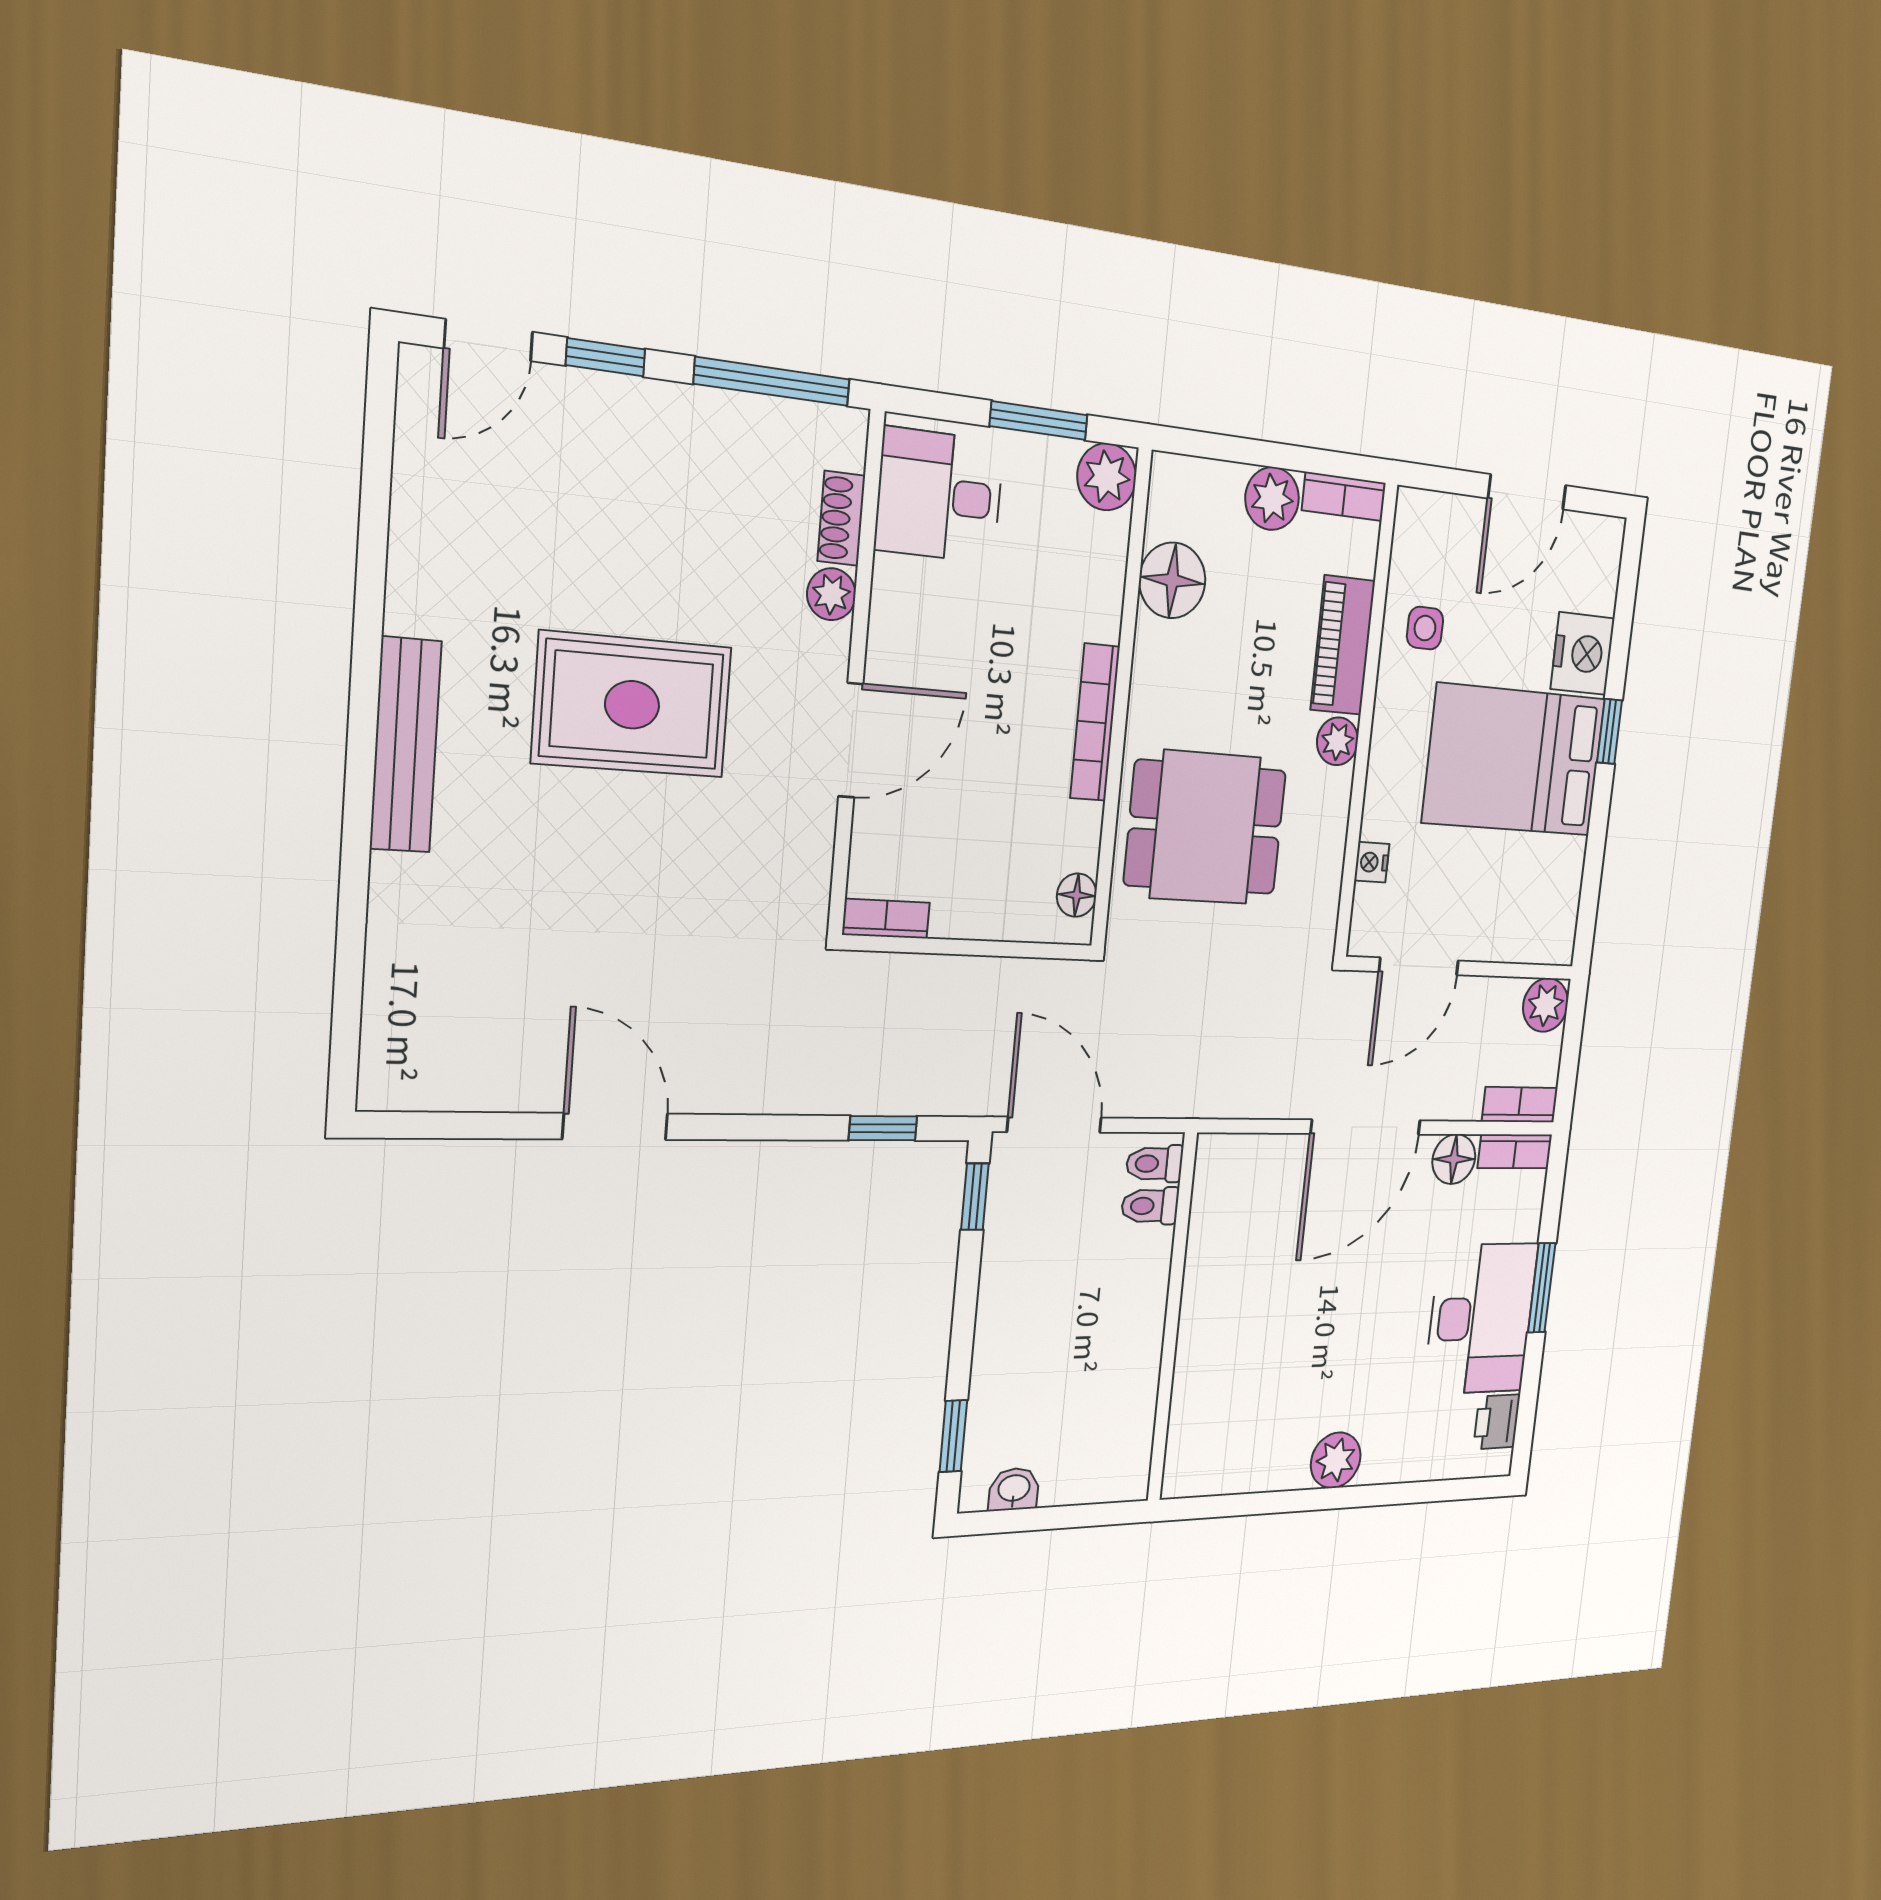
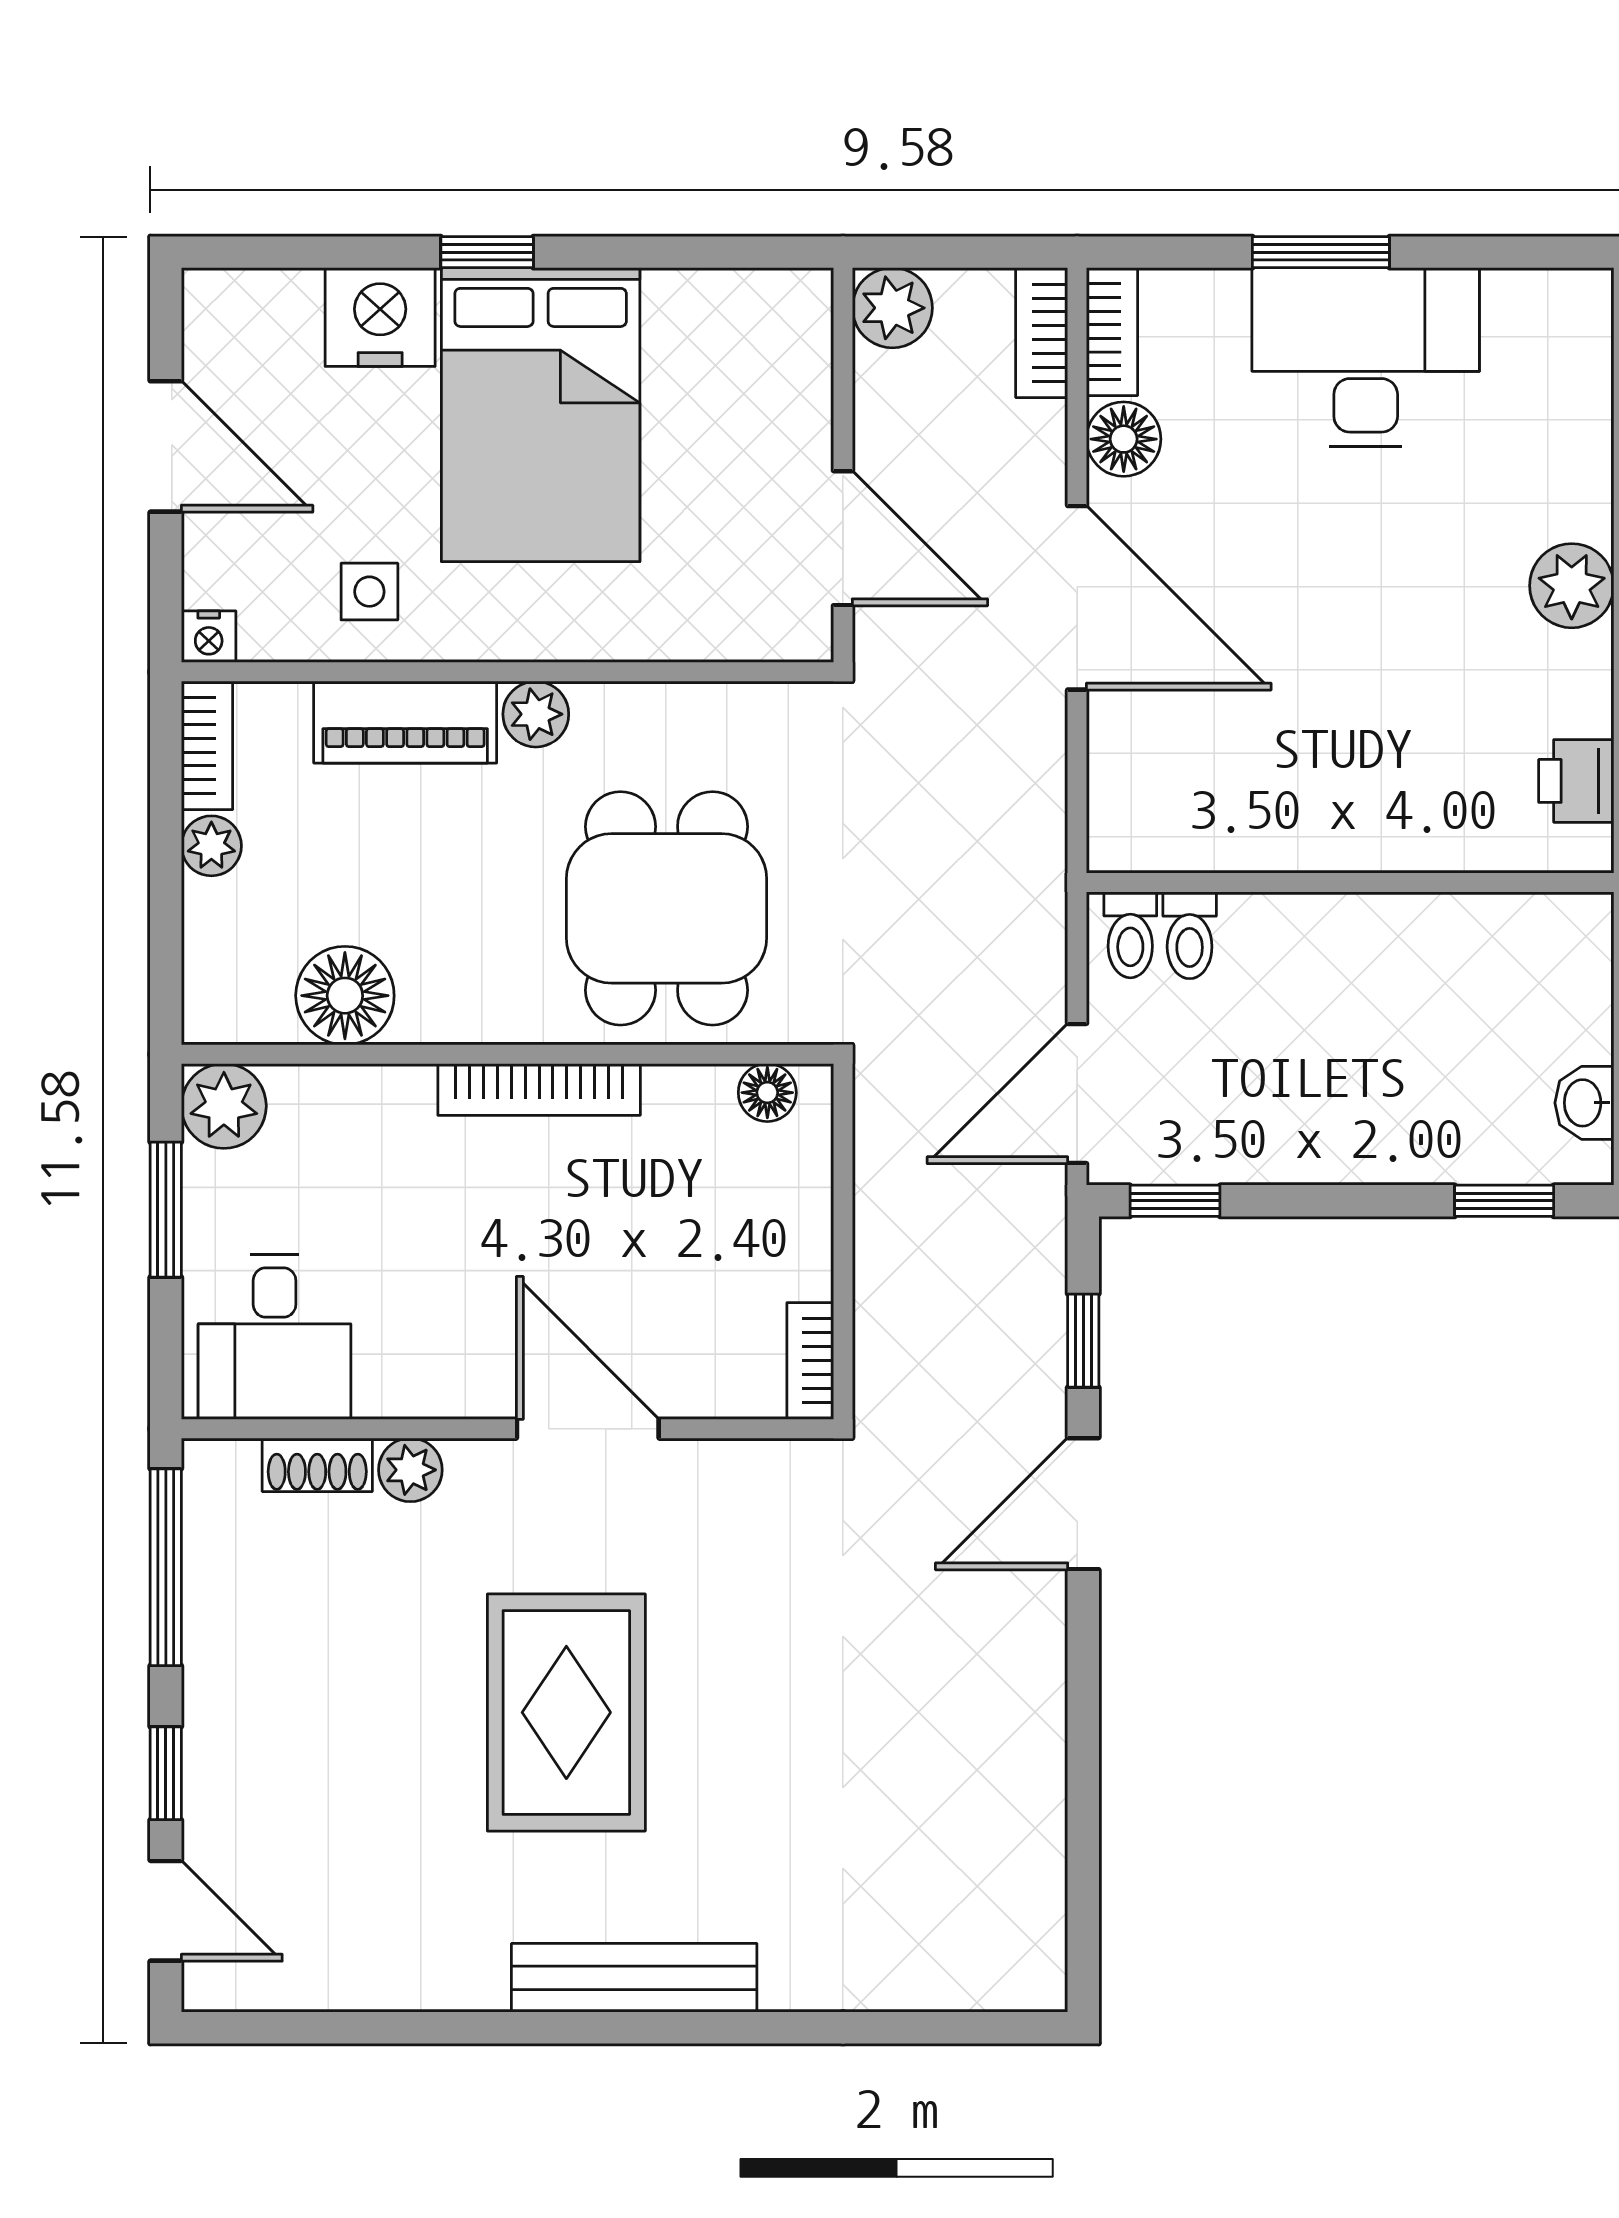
plant: (1272, 499) -> (211, 846), width x0.73, depth x0.73
nightstand: (1372, 862) -> (209, 637), moved
door: (615, 1126) -> (1083, 1504), moved
printer: (1497, 1422) -> (1576, 781), moved, turned 90

